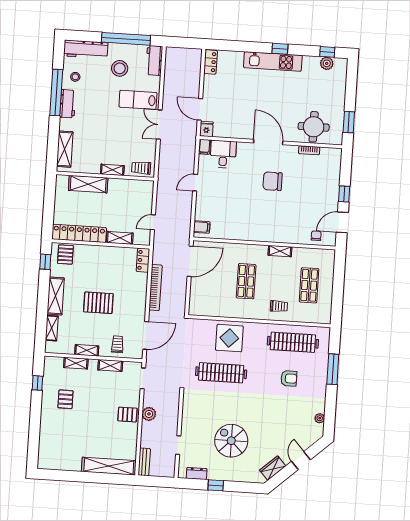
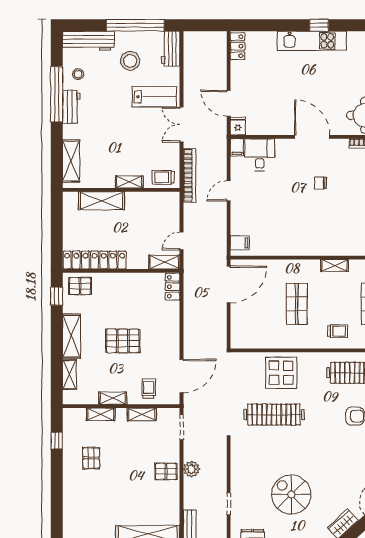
lab bench: (138, 100) -> (154, 97), turned 180
chair: (273, 181) -> (320, 183), width x0.54, depth x0.54
shelving: (120, 238) -> (164, 262), moved
pallet: (65, 254) -> (80, 286), turned 90
bookcase: (155, 288) -> (189, 175), moved

